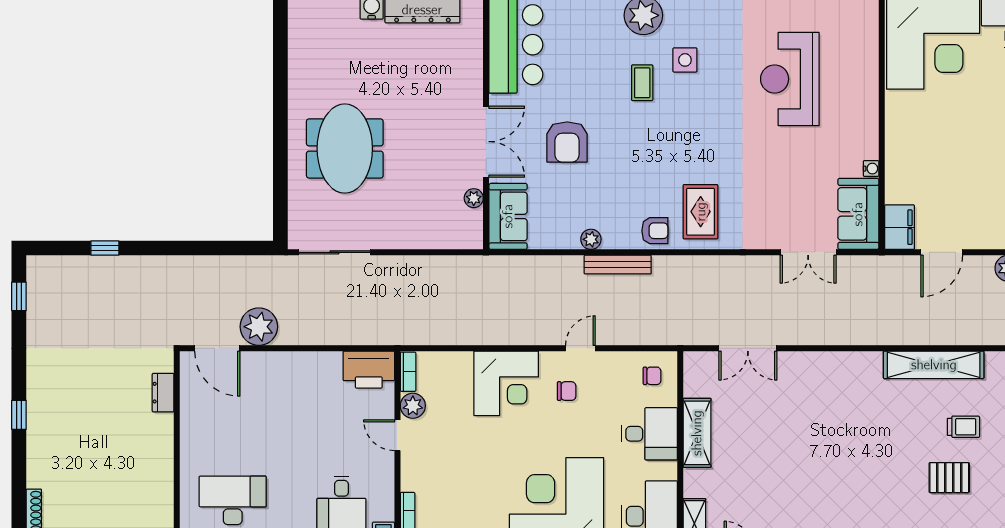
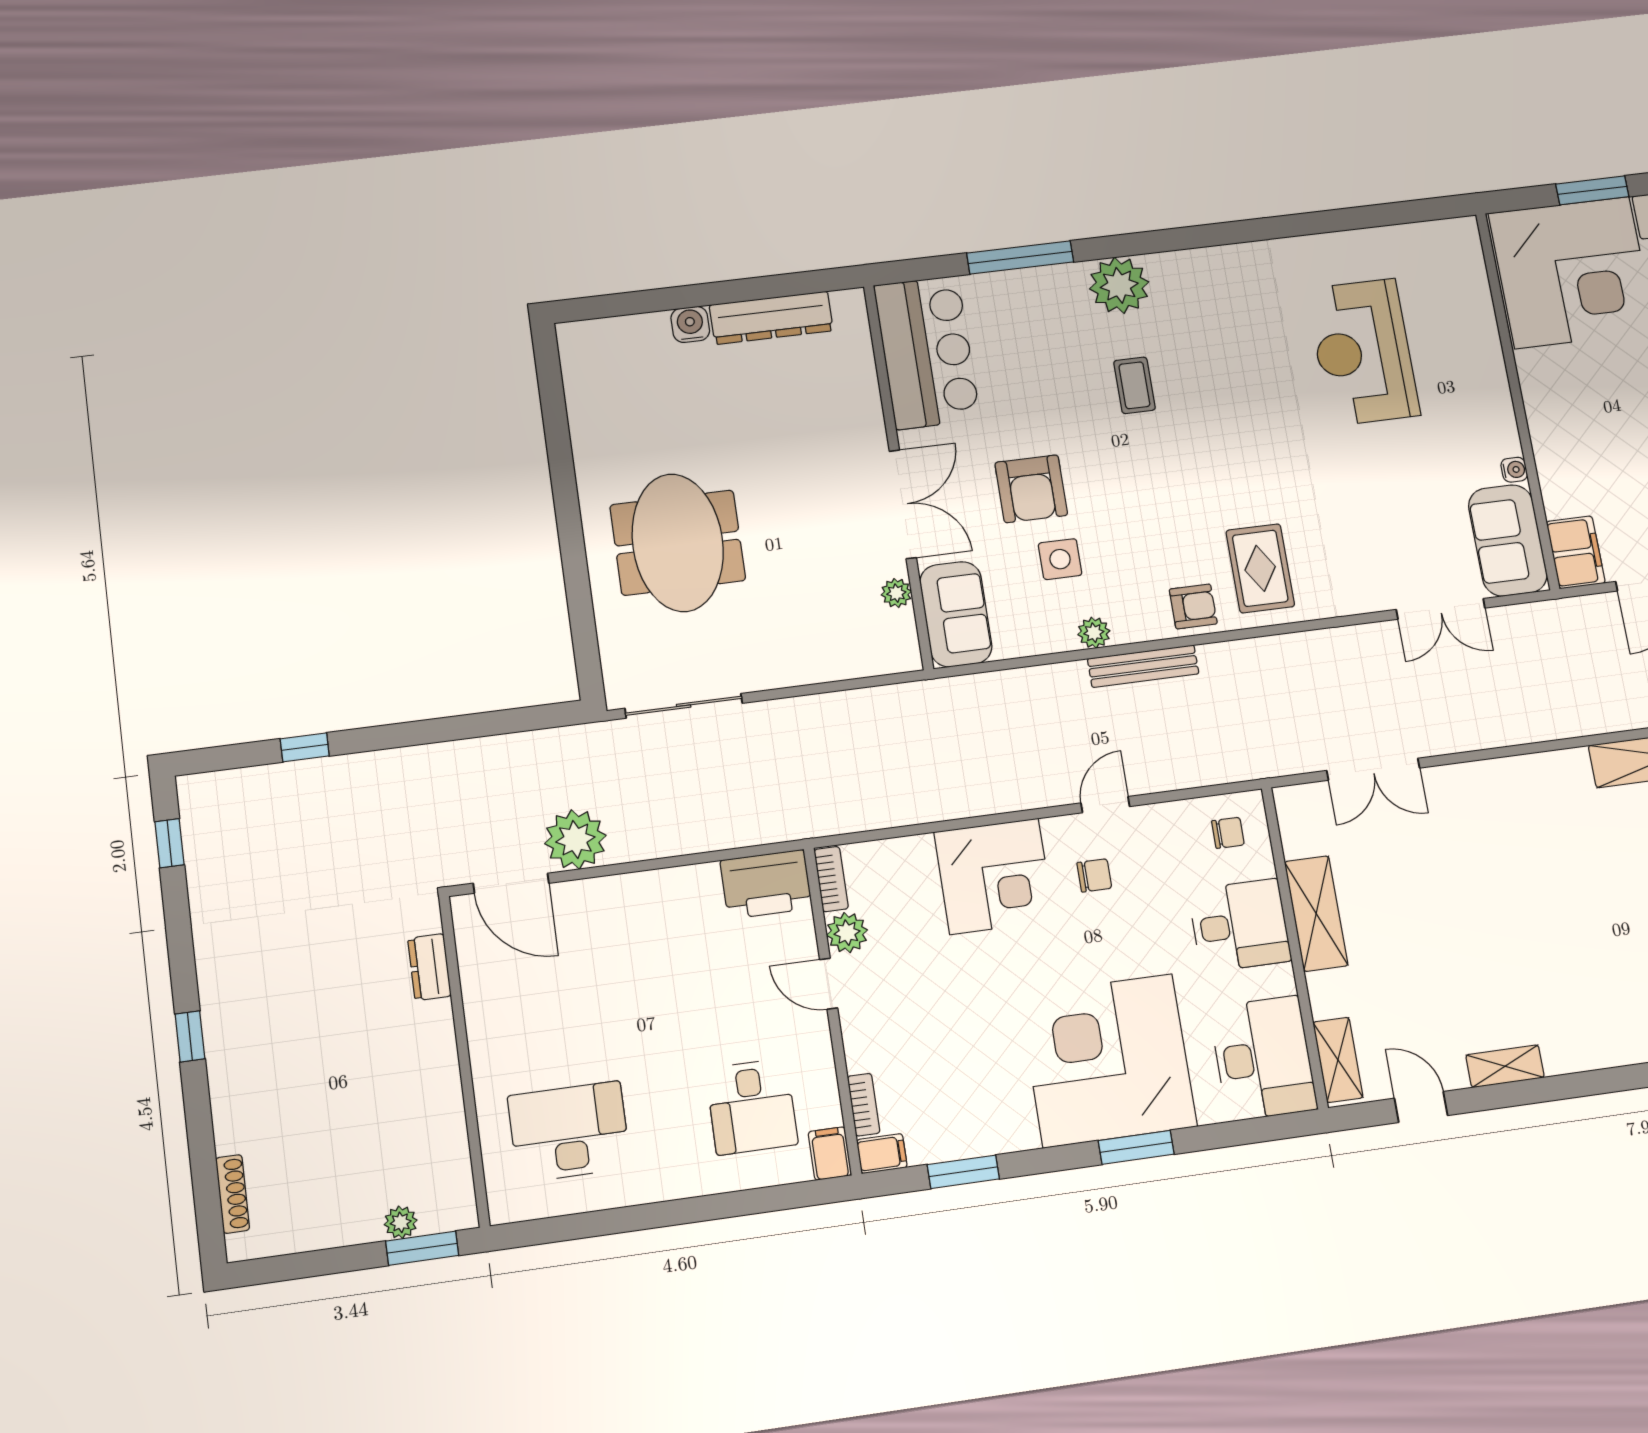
side table: (685, 60) -> (1060, 559), moved

